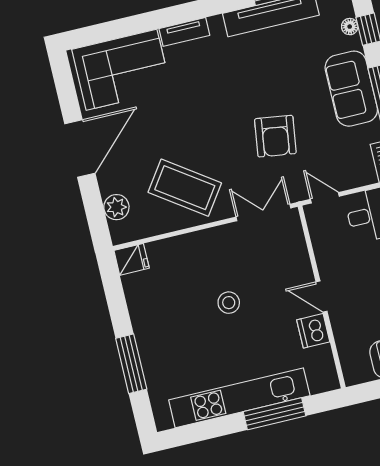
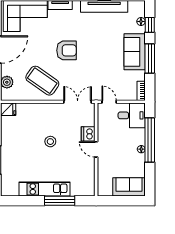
armchair: (275, 136) -> (67, 50), moved, turned -98
dishwasher: (313, 331) -> (88, 134), moved
kitchen unit: (239, 398) -> (44, 189), width x0.73

